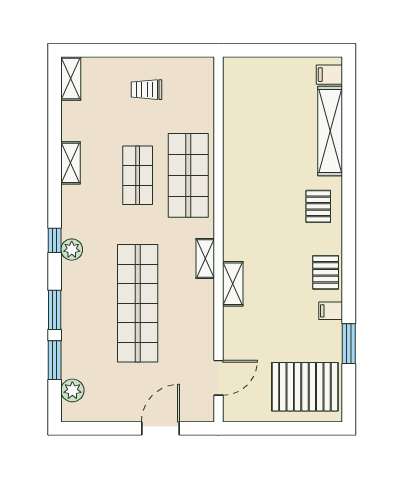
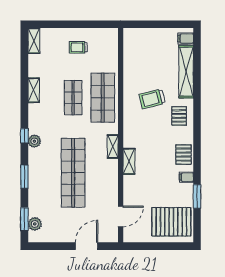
trolley: (272, 177) -> (152, 99), added
window: (55, 360) -> (24, 219), moved

